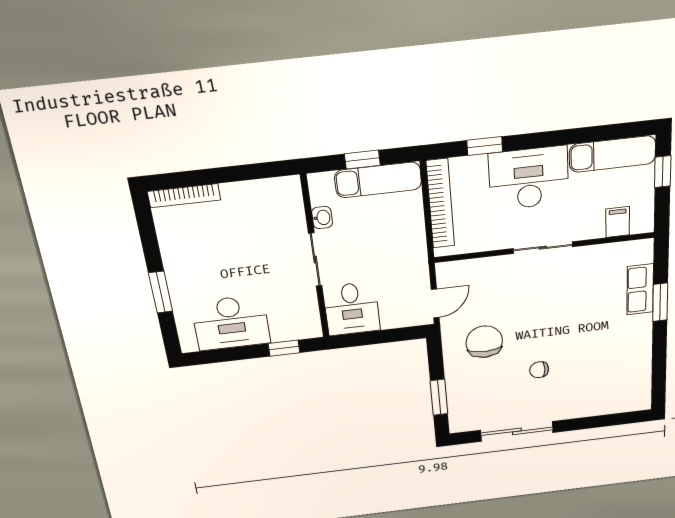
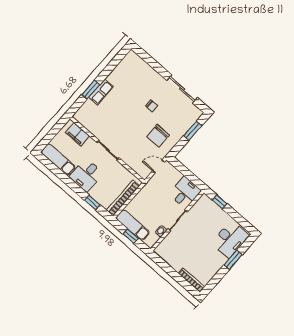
window: (663, 172) -> (49, 137), removed
desk: (529, 178) -> (86, 175), width x0.73
filing cabinet: (618, 222) -> (77, 134), width x2.00
row of seats: (640, 289) -> (101, 92), moved
desk: (231, 323) -> (230, 239), moved, turned 90

